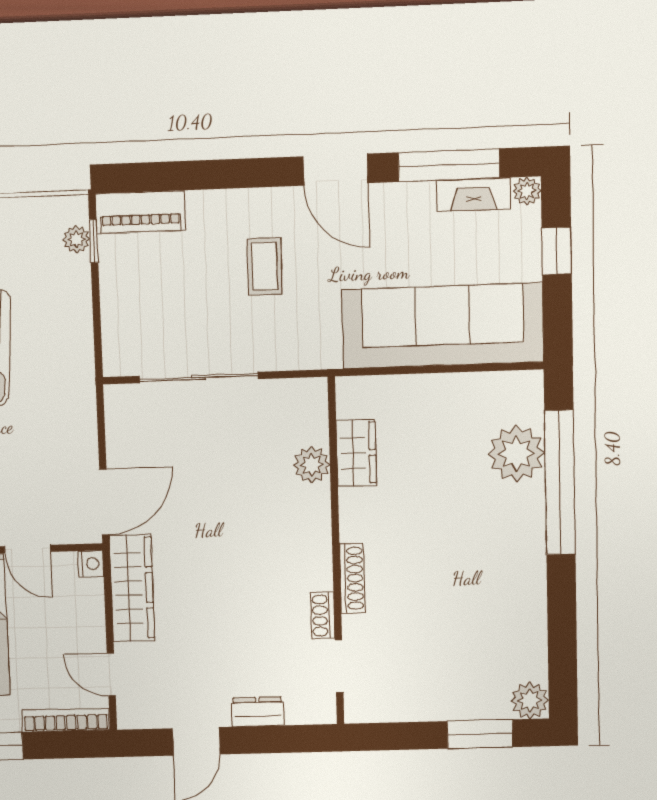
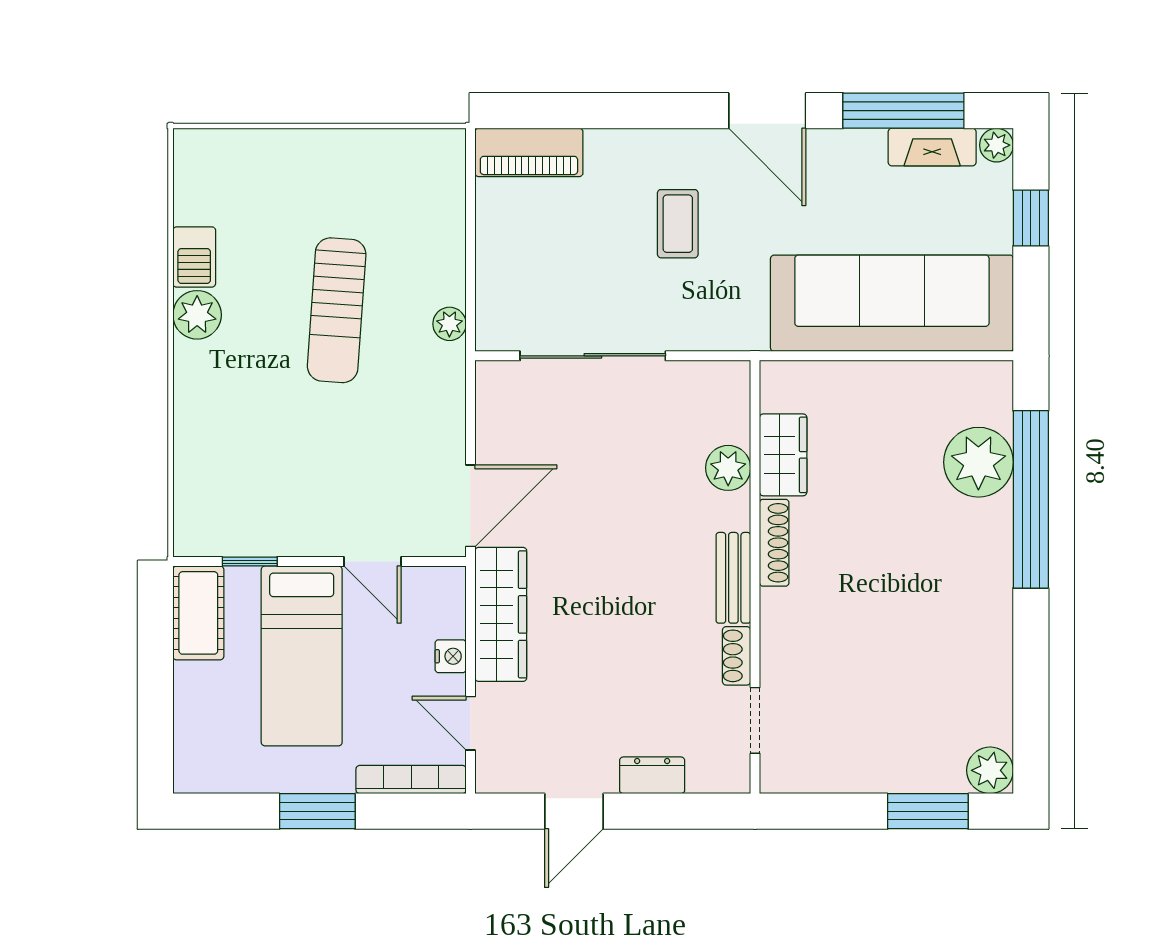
plant: (76, 239) -> (449, 324), moved
window: (94, 241) -> (470, 185), removed
bench: (318, 553) -> (733, 578), added
nightstand: (91, 564) -> (451, 656), moved
shoe rack: (352, 578) -> (774, 543), moved

